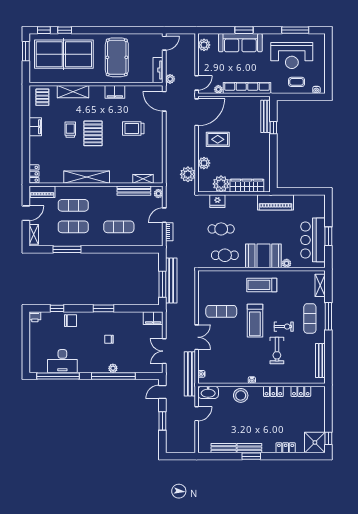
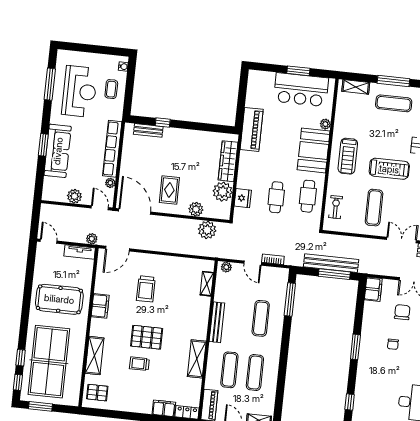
plant: (204, 45) -> (74, 196), moved
bench: (265, 116) -> (148, 130), width x0.73
filing cabinet: (35, 127) -> (164, 408), moved
shelving: (87, 177) -> (197, 359), width x0.68
bench: (134, 191) -> (217, 322), moved
window: (67, 249) -> (290, 299), moved
chair: (71, 321) -> (402, 312), moved
exercise bike: (284, 327) -> (336, 207), moved

